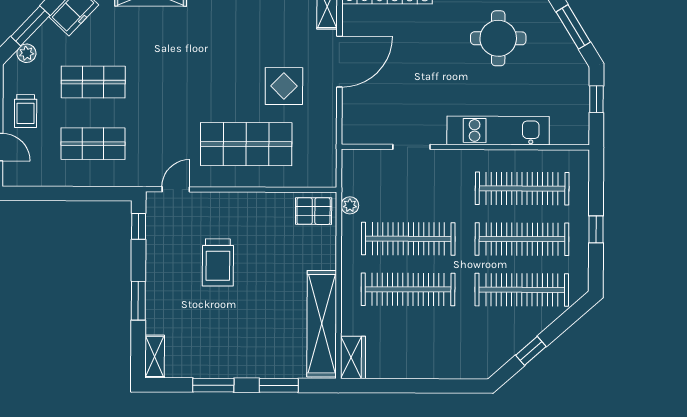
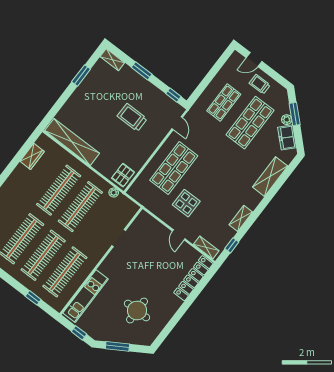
plant: (26, 53) -> (287, 120), moved
door: (339, 62) -> (179, 235), width x0.53
shop shelf: (93, 82) -> (250, 123), width x1.43, depth x1.36
kitchen unit: (498, 130) -> (86, 296), moved
window: (596, 229) -> (33, 298), moved
wardrobe: (353, 357) -> (32, 156), moved, turned -90
window: (279, 385) -> (60, 103), removed

